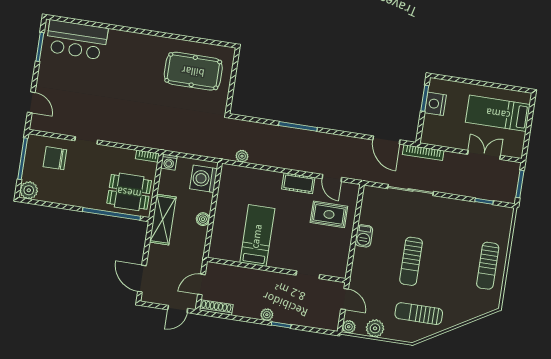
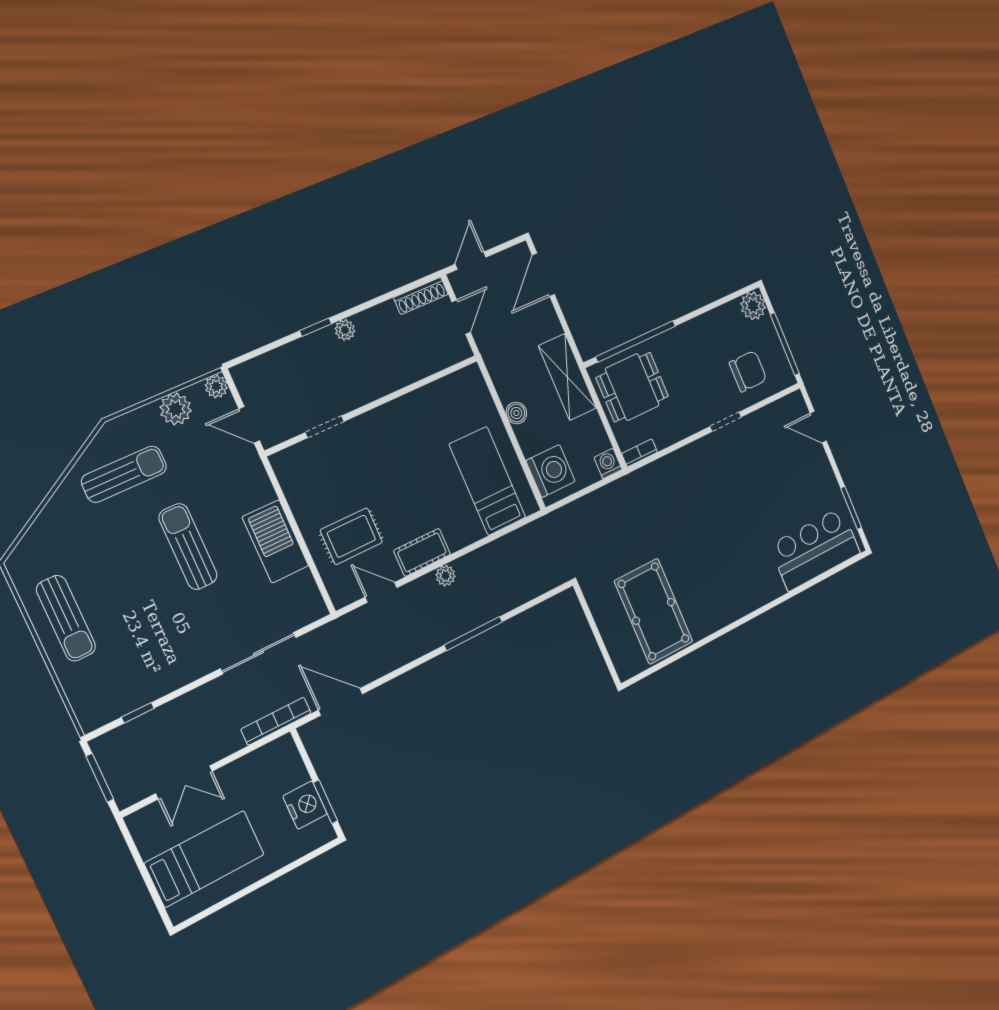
pool table: (193, 71) -> (654, 611), turned 90
plant: (242, 156) -> (445, 576), moved
bed: (257, 236) -> (488, 481), moved, turned 180
barbecue: (364, 236) -> (275, 541), width x1.88, depth x1.53
sun lounger: (488, 266) -> (66, 618), turned 180
door: (142, 279) -> (543, 275), swing flipped

